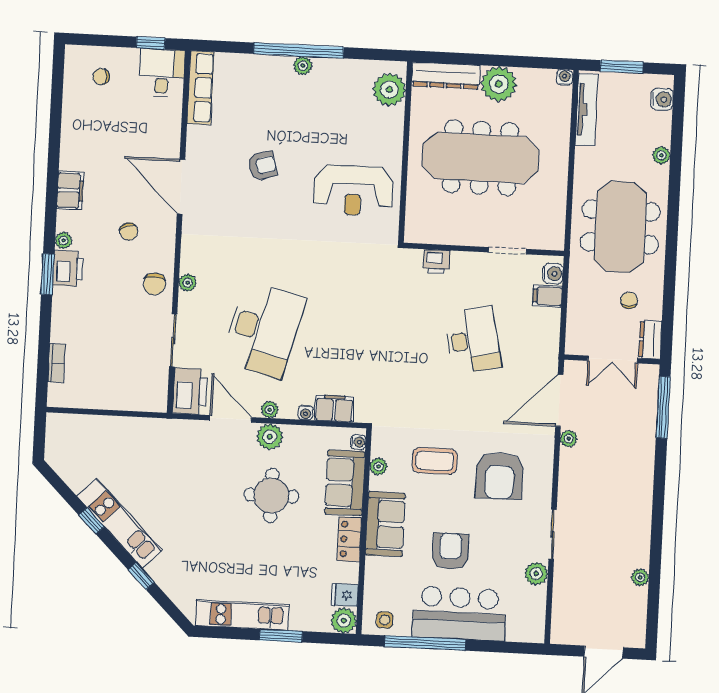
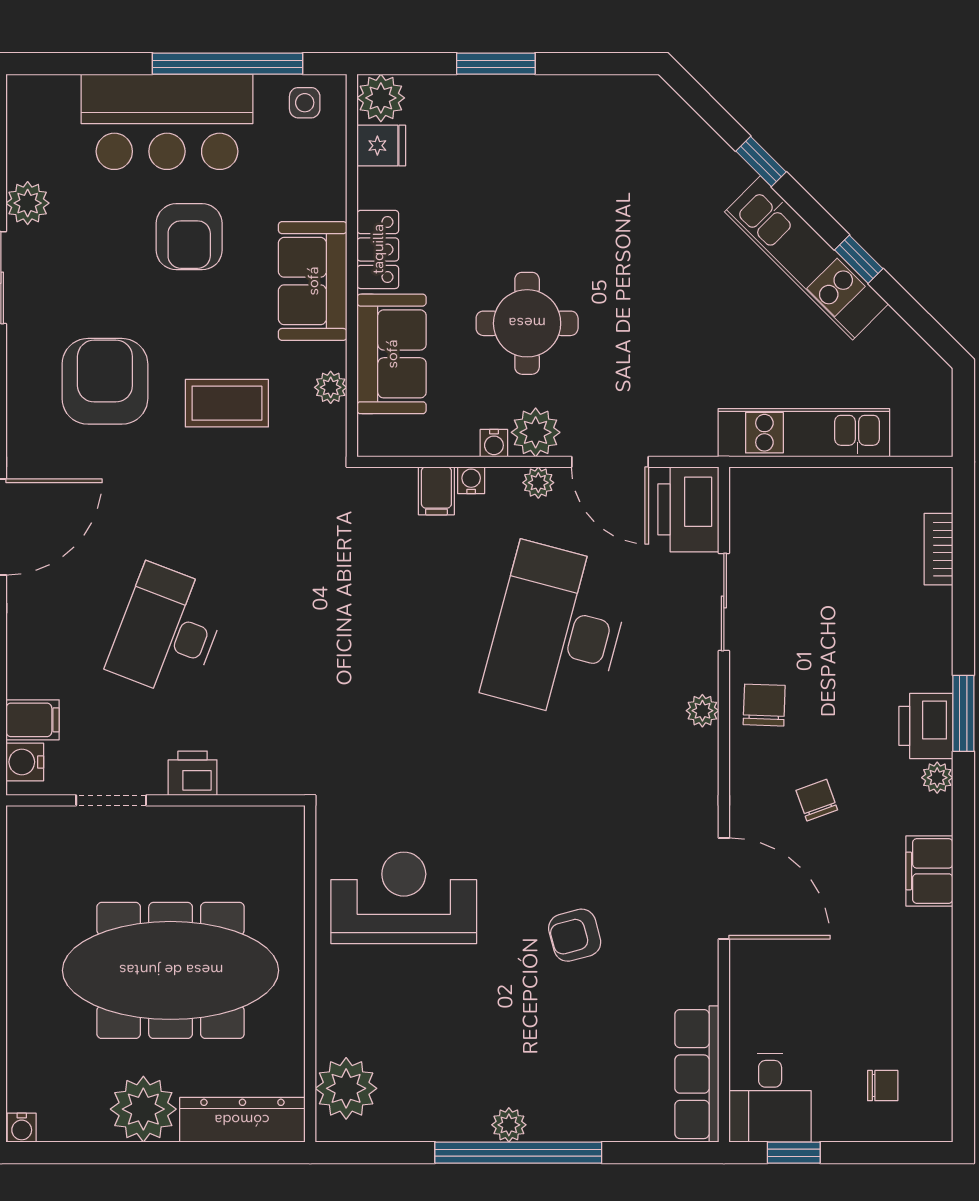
printer: (437, 262) -> (193, 773), moved
desk: (473, 340) -> (167, 631), turned 33
filing cabinet: (334, 408) -> (436, 491), width x0.50
water cooler: (358, 442) -> (494, 443), moved, turned -90
kitchen unit: (242, 615) -> (804, 433), moved, turned 180

